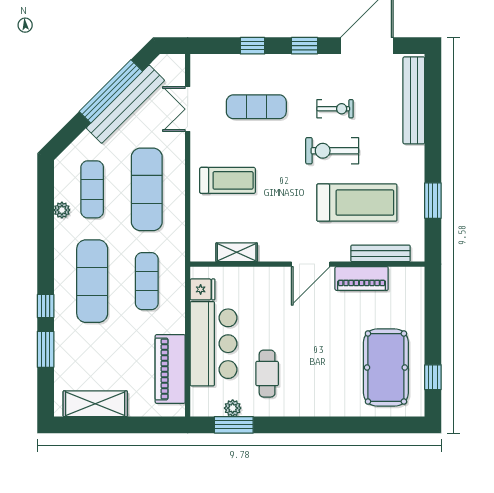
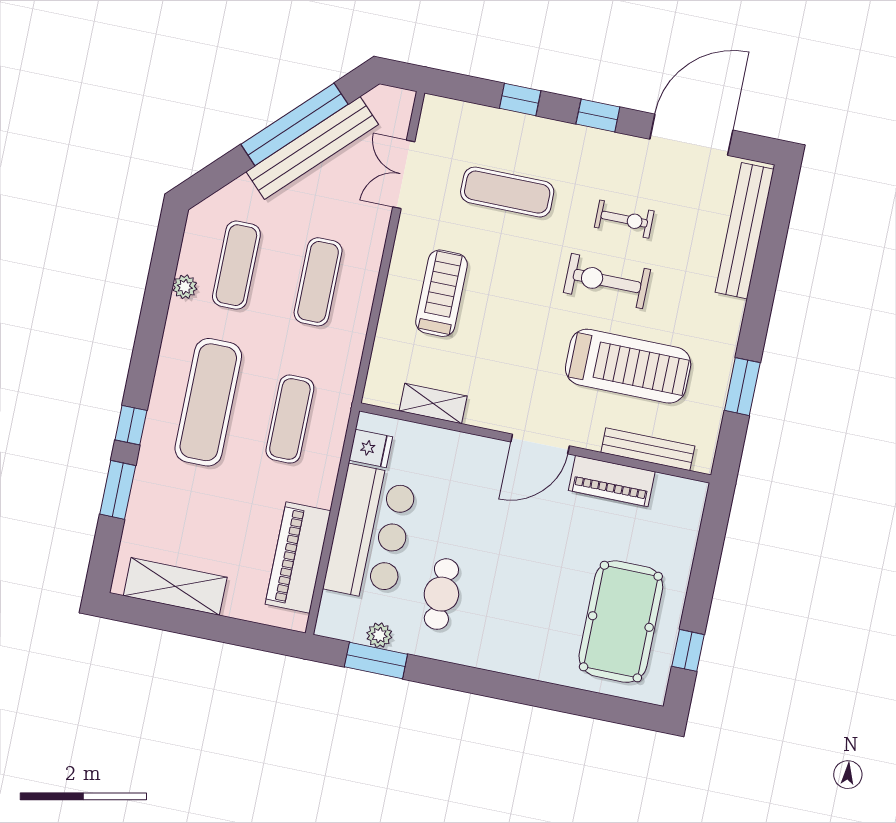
treadmill: (228, 180) -> (442, 293), turned -90
exercise mat: (147, 189) -> (318, 282), width x0.73, depth x0.69

